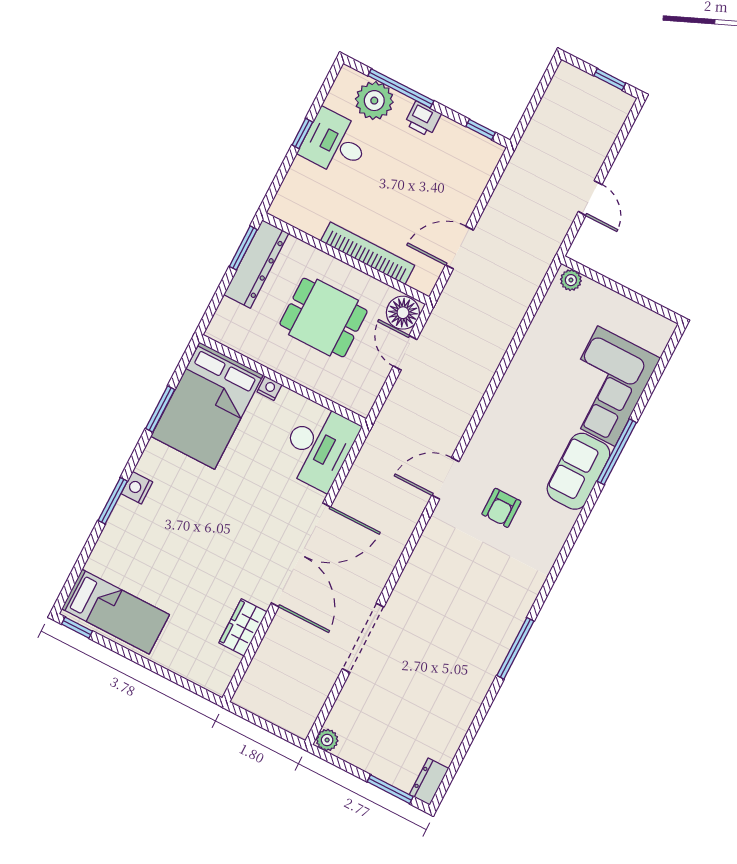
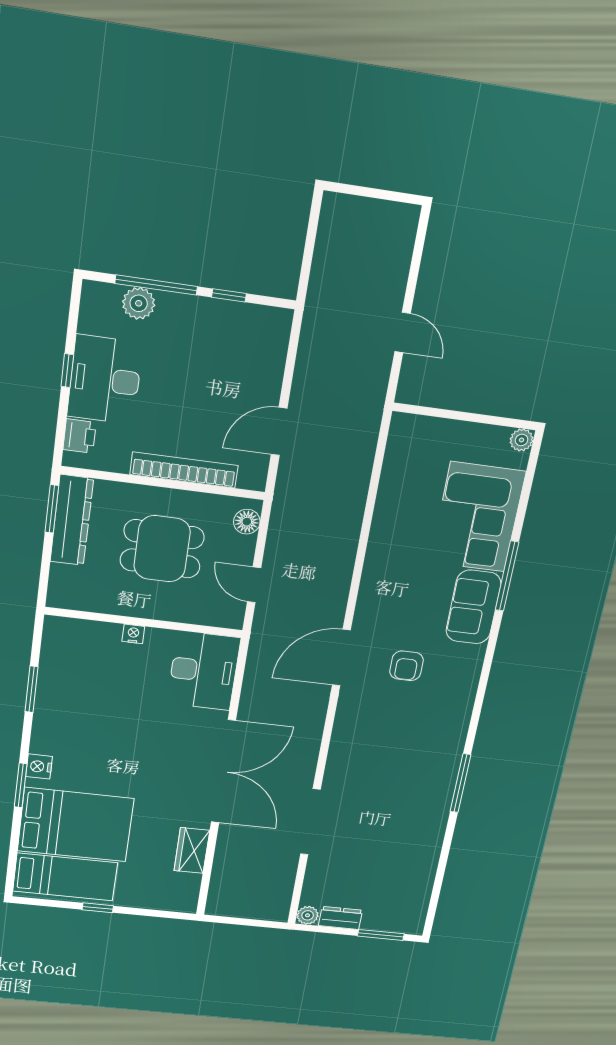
window: (610, 79) -> (385, 195), removed
plant: (374, 101) -> (139, 303), width x0.73, depth x0.73
printer: (423, 119) -> (80, 436), moved, turned -90
window: (481, 130) -> (229, 295), moved
desk: (335, 143) -> (105, 380), width x1.37
plant: (571, 280) -> (522, 440), moved
floor lamp: (403, 313) -> (247, 522), width x0.73, depth x0.73
door: (405, 353) -> (254, 585), moved
bed: (207, 406) -> (76, 825), moved, turned -90
door: (445, 478) -> (341, 658), width x1.36
window: (77, 628) -> (98, 908), moved
dresser: (429, 782) -> (340, 918), moved, turned 90

